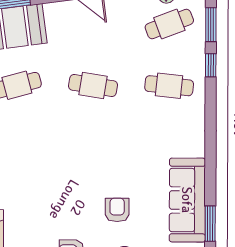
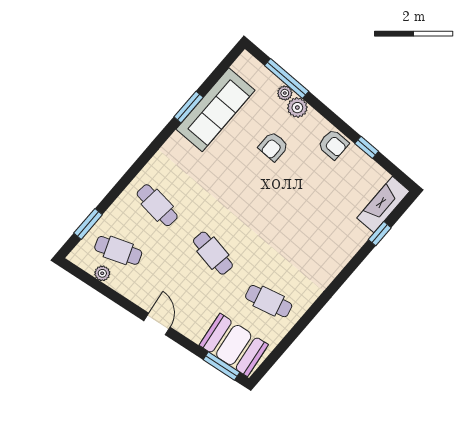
window: (211, 65) -> (114, 194), removed
window: (210, 224) -> (189, 107), moved

